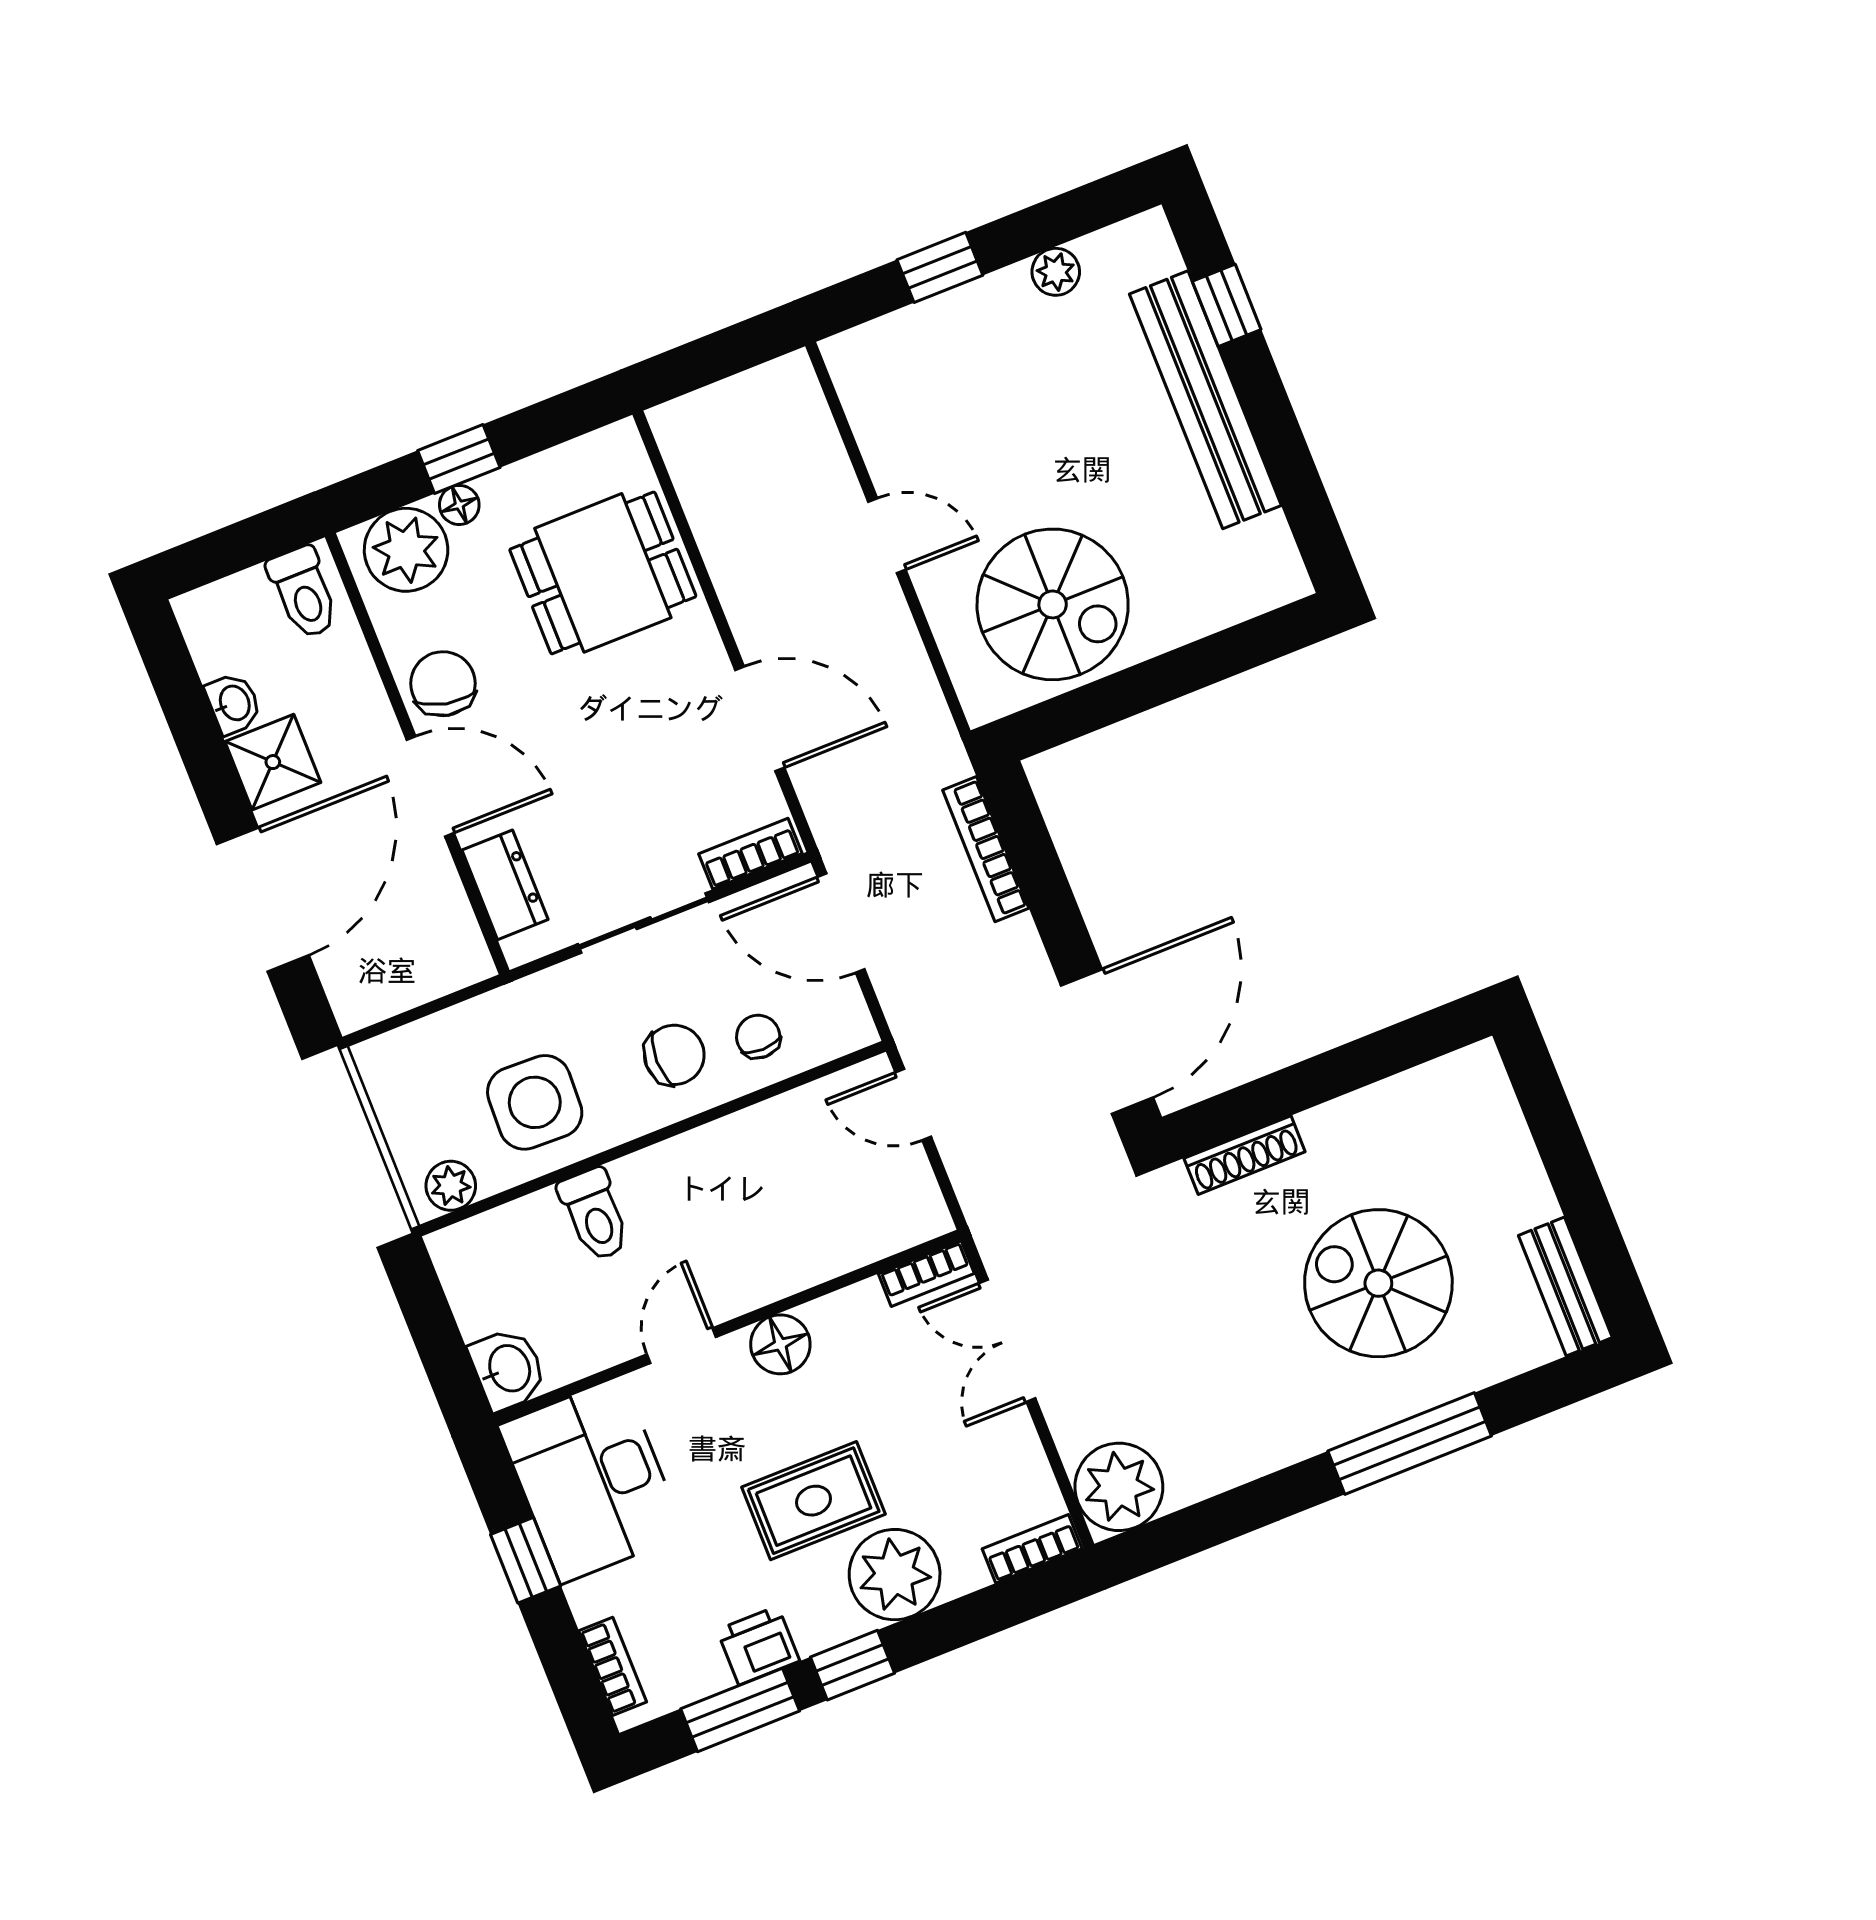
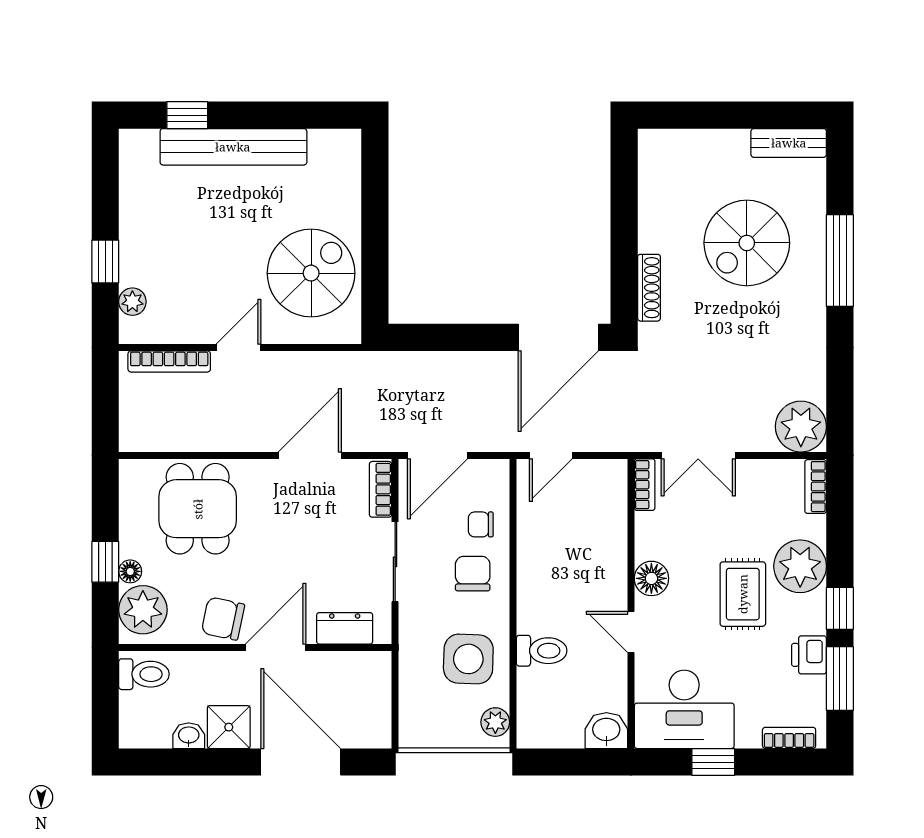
plant: (1056, 272) -> (132, 302), moved
bookcase: (986, 849) -> (169, 361), moved
door: (1107, 1041) -> (558, 337), swing flipped

